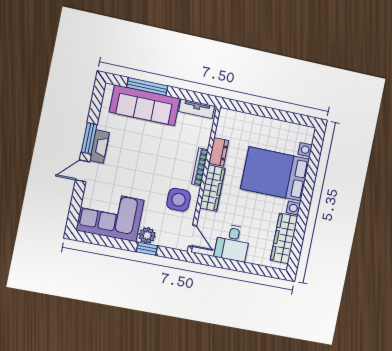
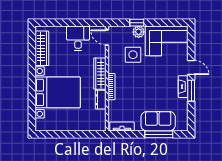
sofa: (145, 105) -> (158, 121), width x0.73
door: (83, 171) -> (191, 68), hinge flipped
side table: (179, 200) -> (133, 55), moved

